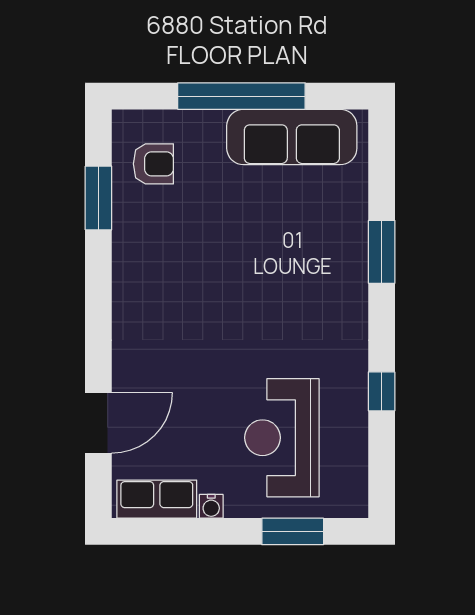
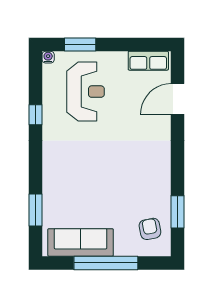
armchair: (153, 164) -> (150, 229), turned 79
window: (382, 252) -> (35, 210), moved
water cooler: (211, 506) -> (48, 57), moved

